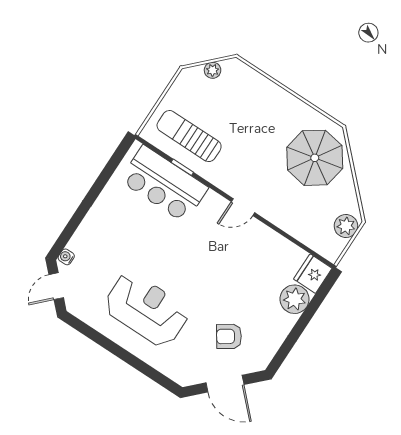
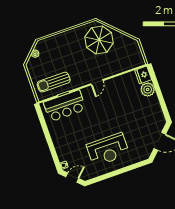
plant: (346, 226) -> (135, 48), removed
door: (56, 286) -> (72, 178), swing flipped
reception desk: (146, 309) -> (108, 150), turned 180
armchair: (229, 336) -> (143, 126), removed

